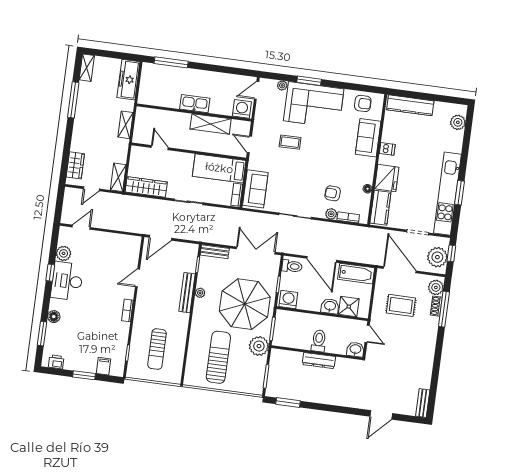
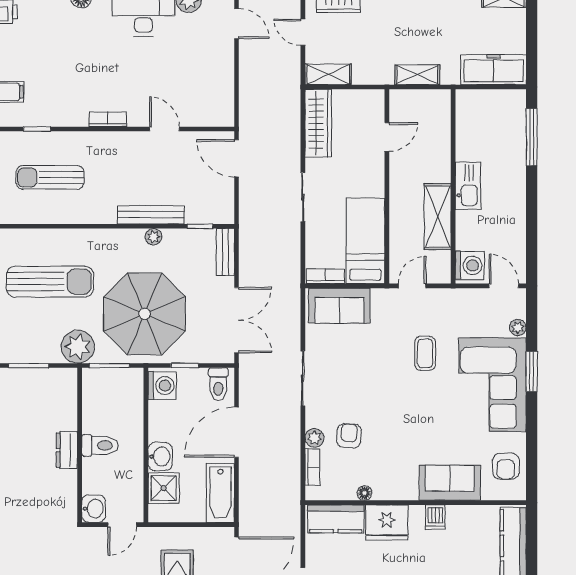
dresser: (319, 361) -> (67, 450), width x0.70

